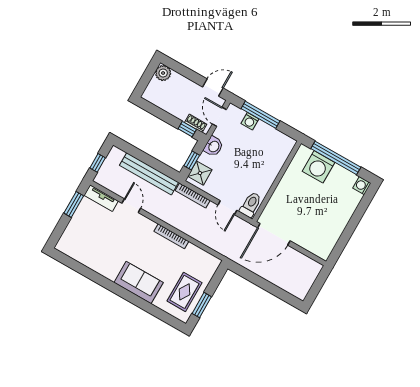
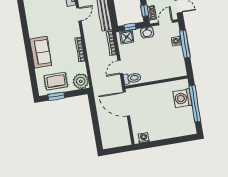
washing machine: (362, 186) -> (144, 138), moved
plant: (207, 264) -> (81, 81), added

